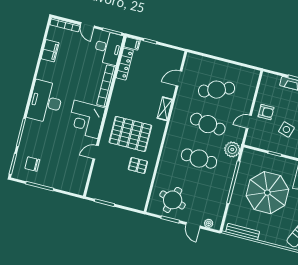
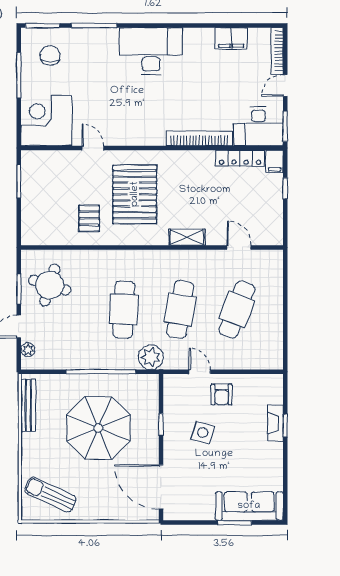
cafe table: (217, 90) -> (237, 310), turned 42
corner desk: (86, 119) -> (46, 120), moved

